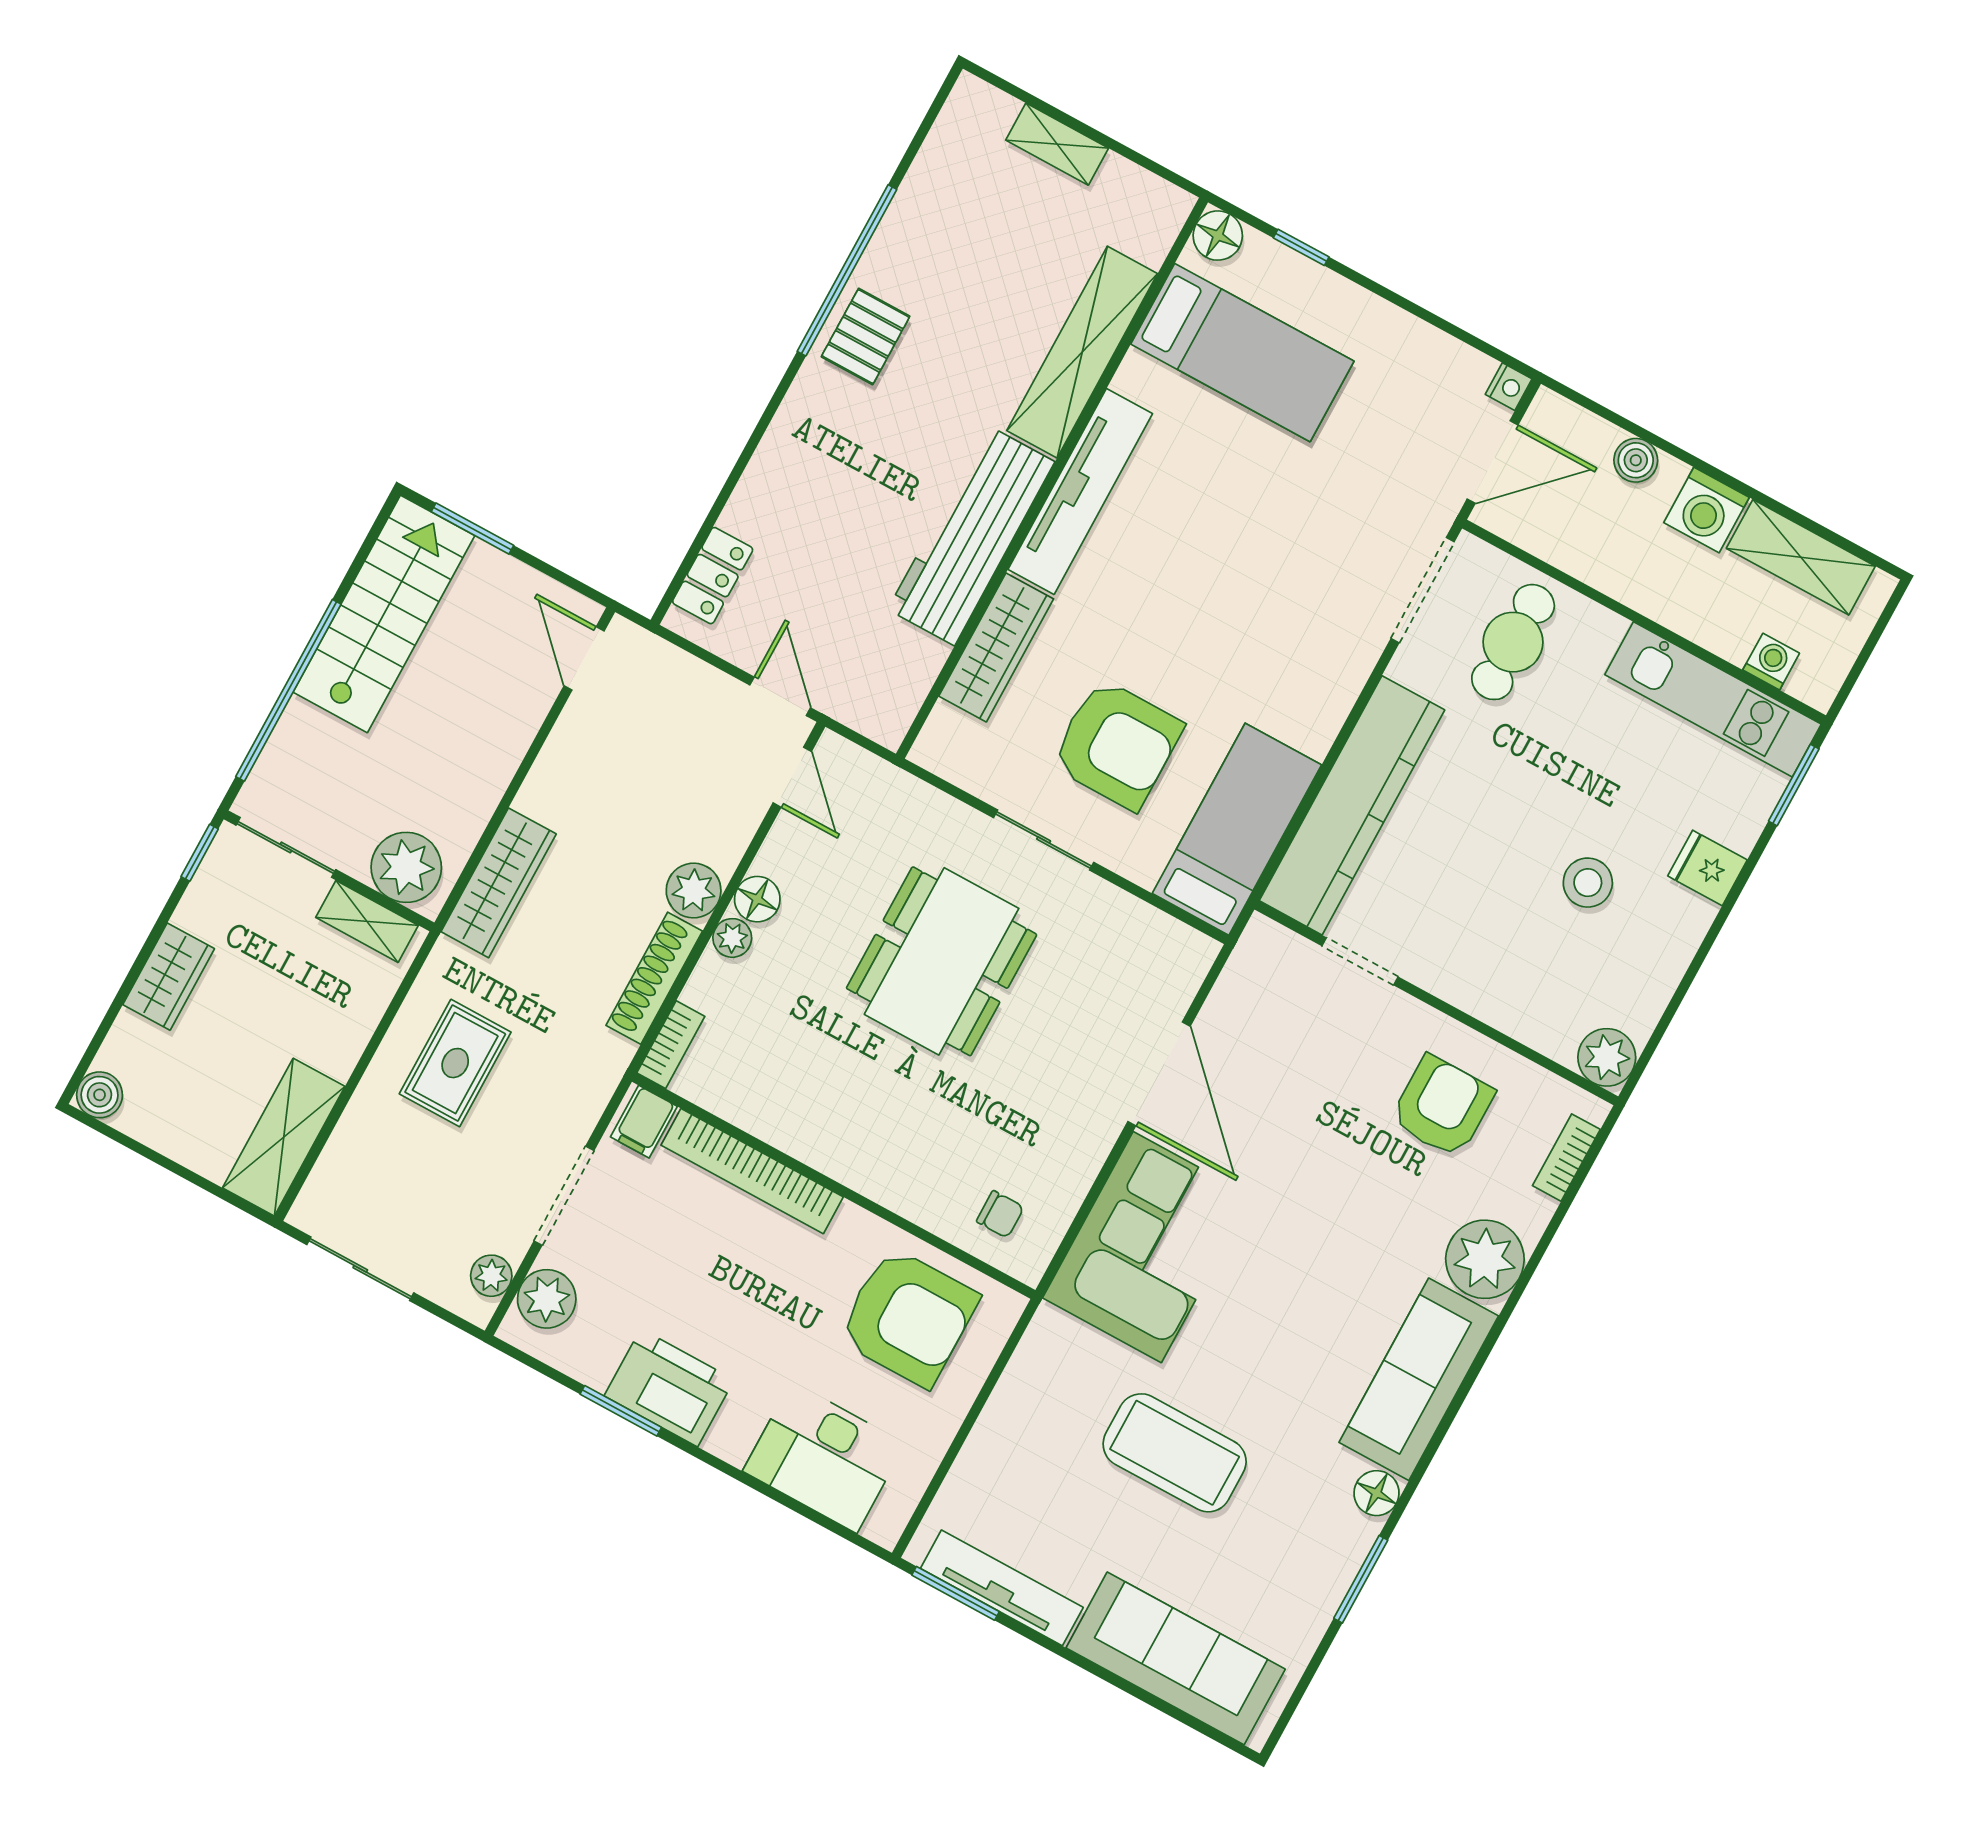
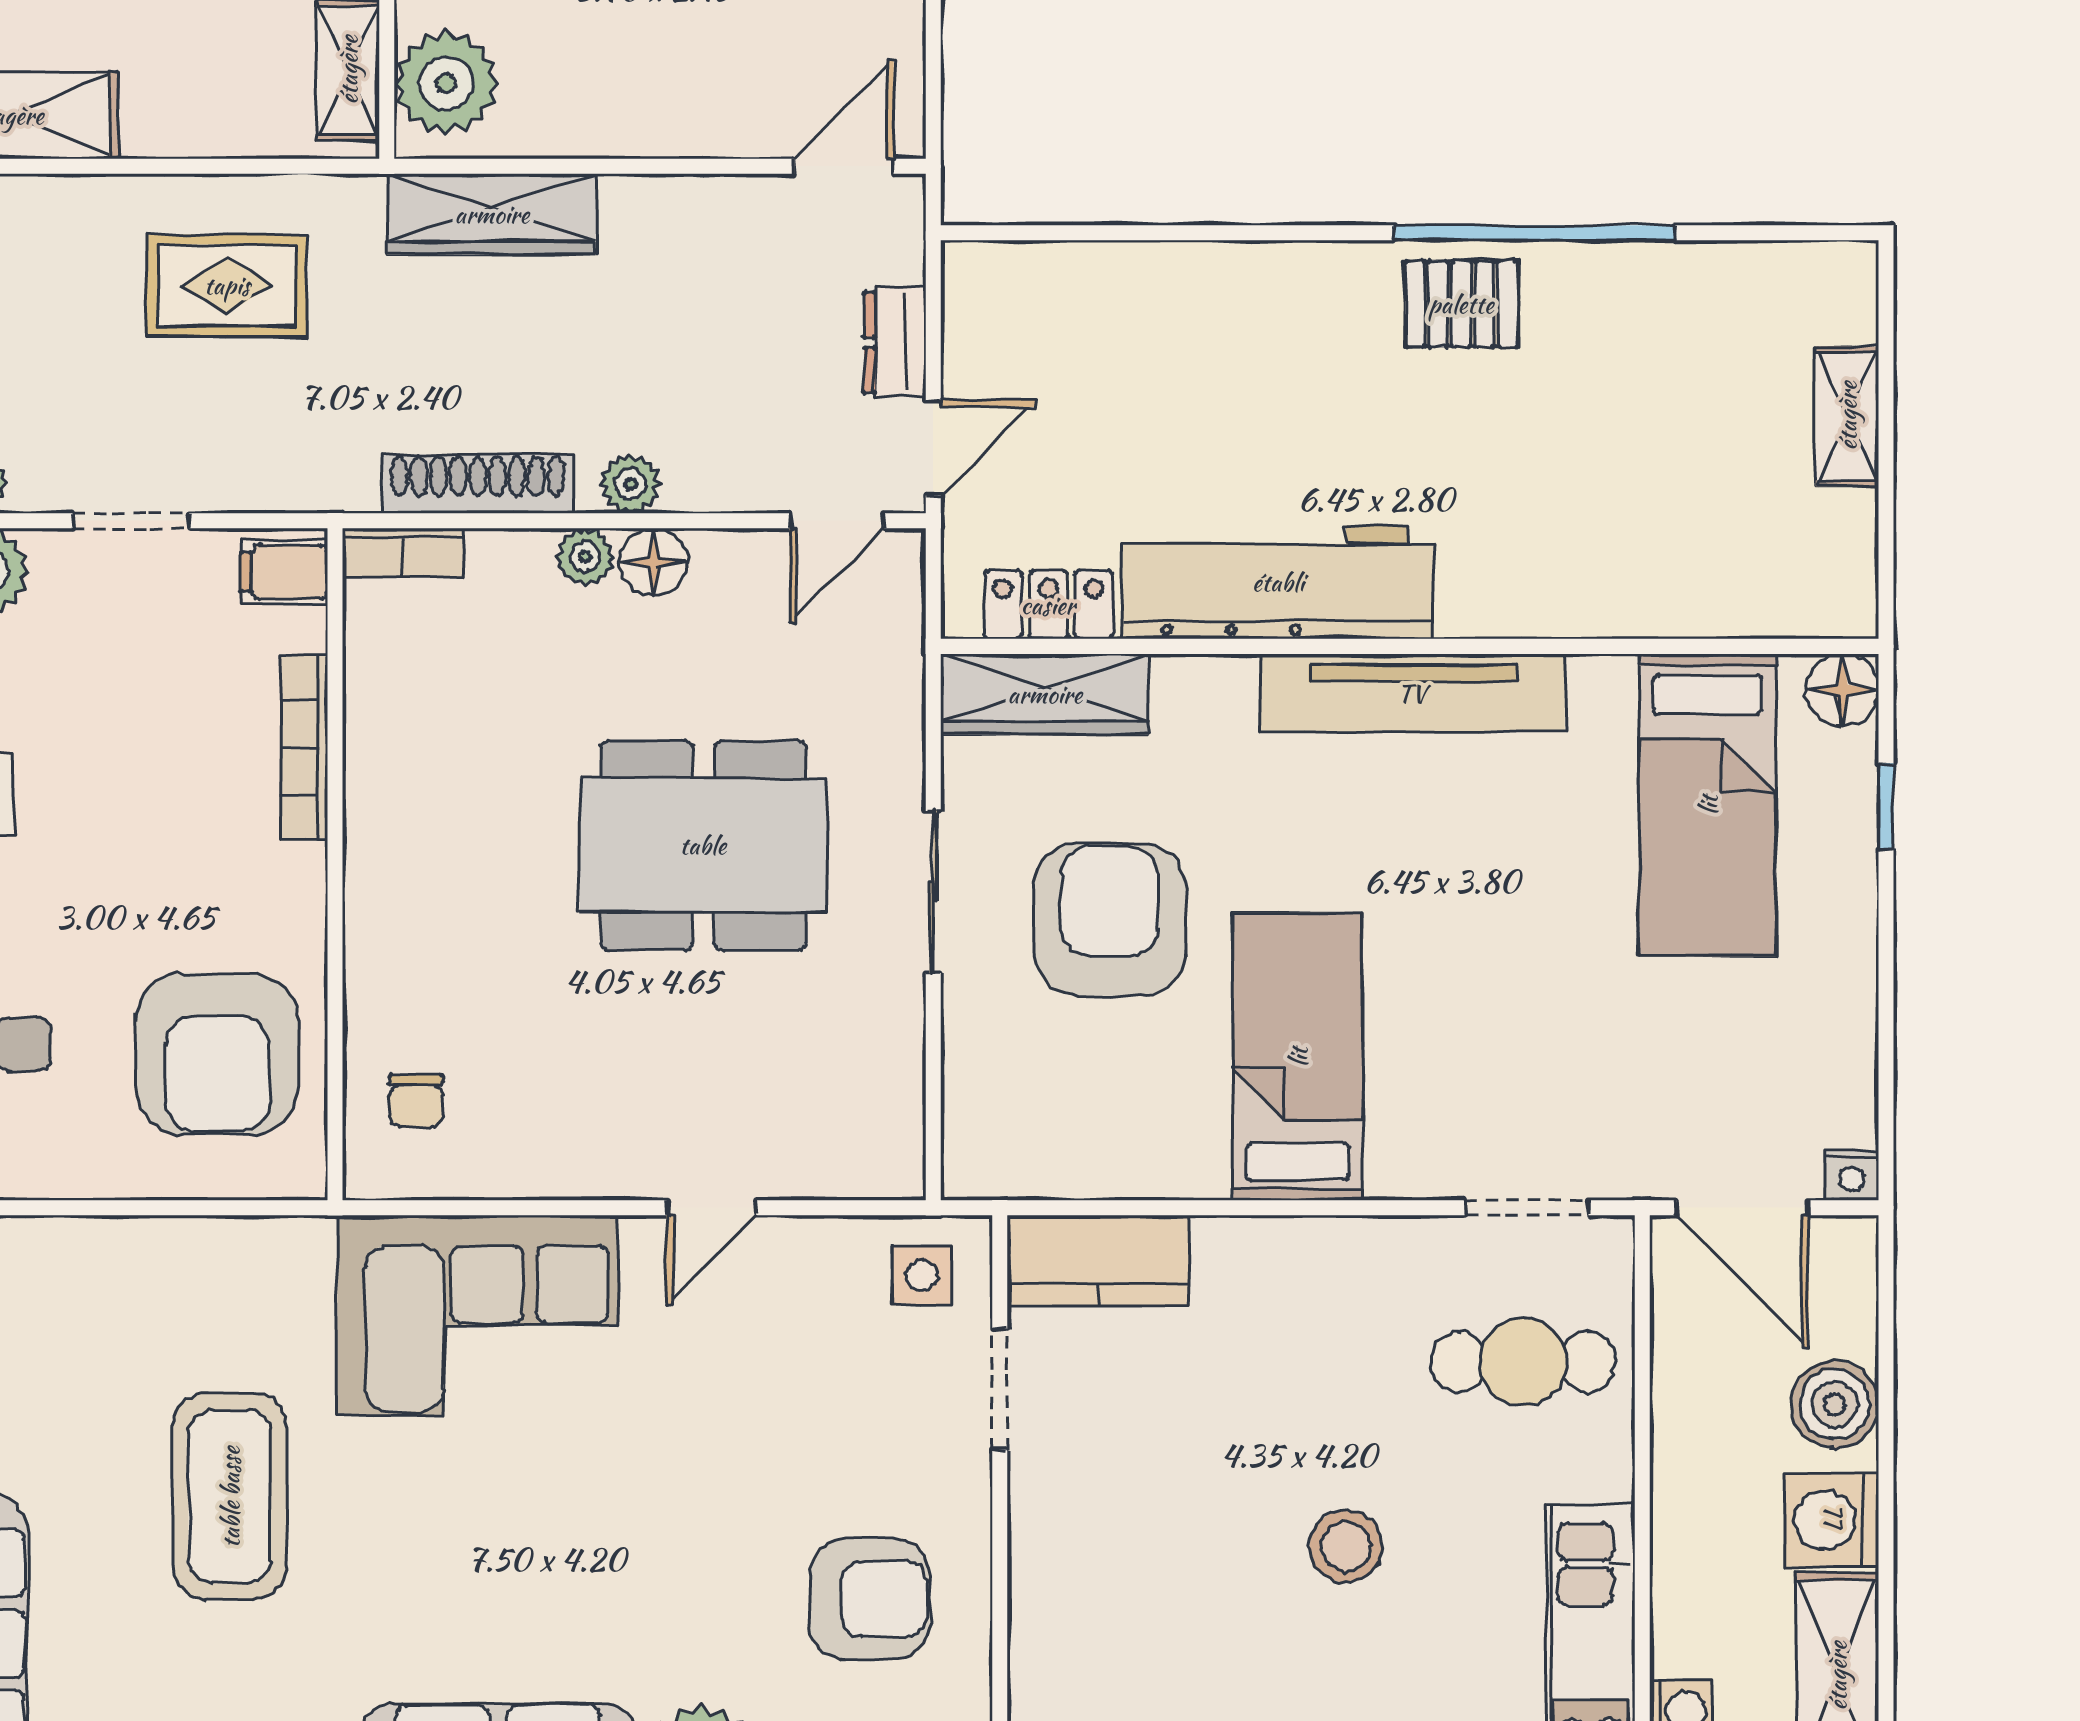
shelving: (1082, 352) -> (1595, 597), removed
boiler: (1636, 460) -> (1835, 1404), width x1.36, depth x1.36
locker: (713, 576) -> (1048, 605), moved, turned 180
doorway: (1423, 590) -> (1527, 1208), width x0.73
wardrobe: (996, 647) -> (1045, 694), moved
dresser: (705, 685) -> (895, 343), added
armchair: (1117, 744) -> (1109, 919), turned 180
kitchen counter: (1352, 805) -> (1098, 1261), width x0.48, depth x0.86
bed: (1237, 829) -> (1298, 1057), moved, turned -90
stool: (1588, 883) -> (1346, 1546), moved
plant: (694, 891) -> (631, 484), width x0.73, depth x0.73
side table: (1267, 971) -> (922, 1275), added
door: (1159, 1074) -> (711, 1208), width x0.53
bookcase: (752, 1171) -> (304, 748), width x0.68, depth x0.76
doorway: (564, 1196) -> (131, 521), width x0.73

